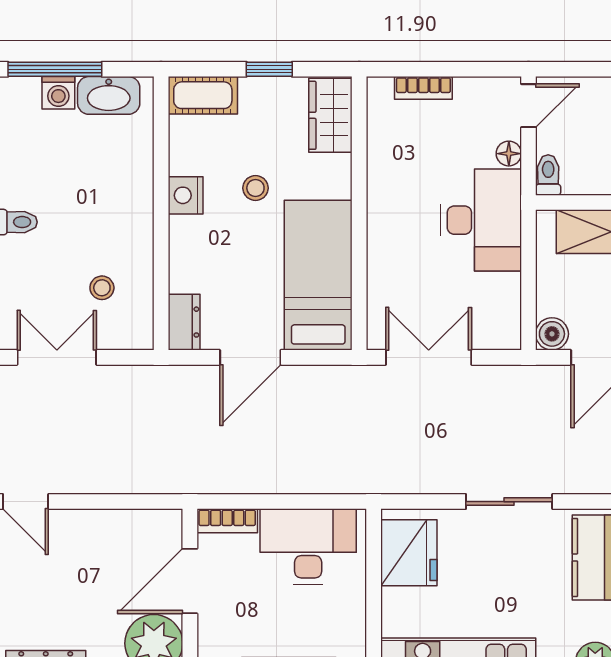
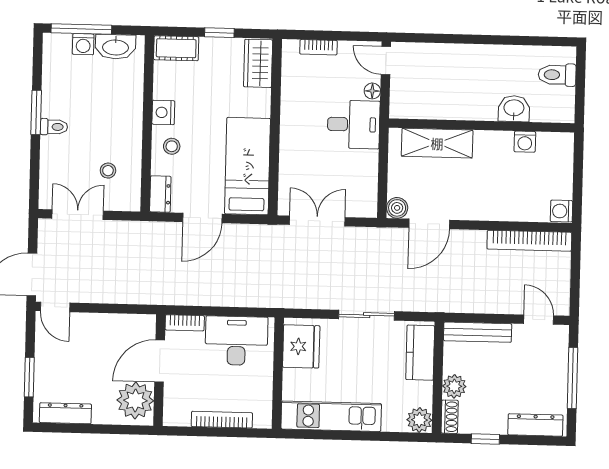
door: (528, 106) -> (386, 60), swing flipped
toilet: (548, 175) -> (397, 105), removed
stool: (255, 188) -> (172, 146), moved
desk: (481, 220) -> (354, 124), width x0.73

